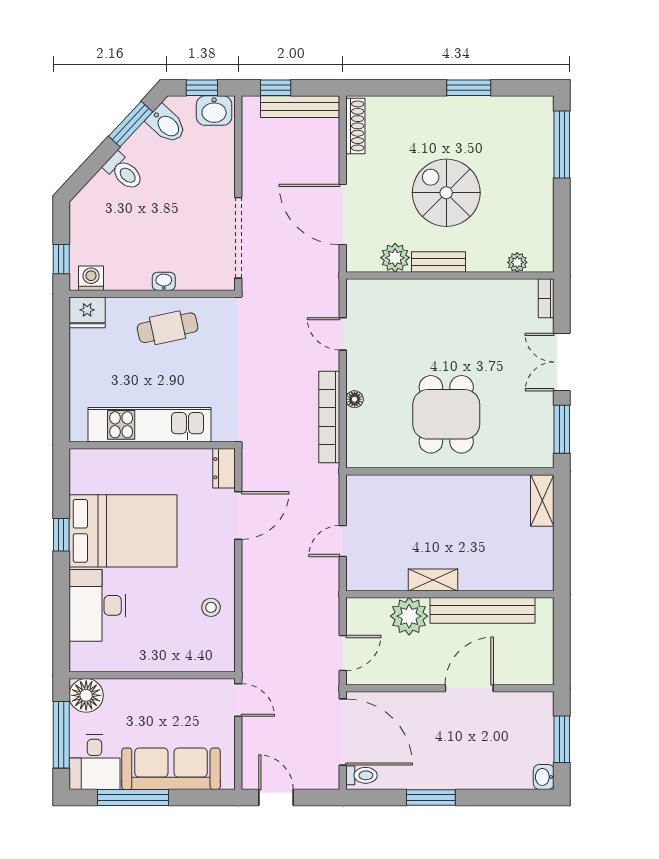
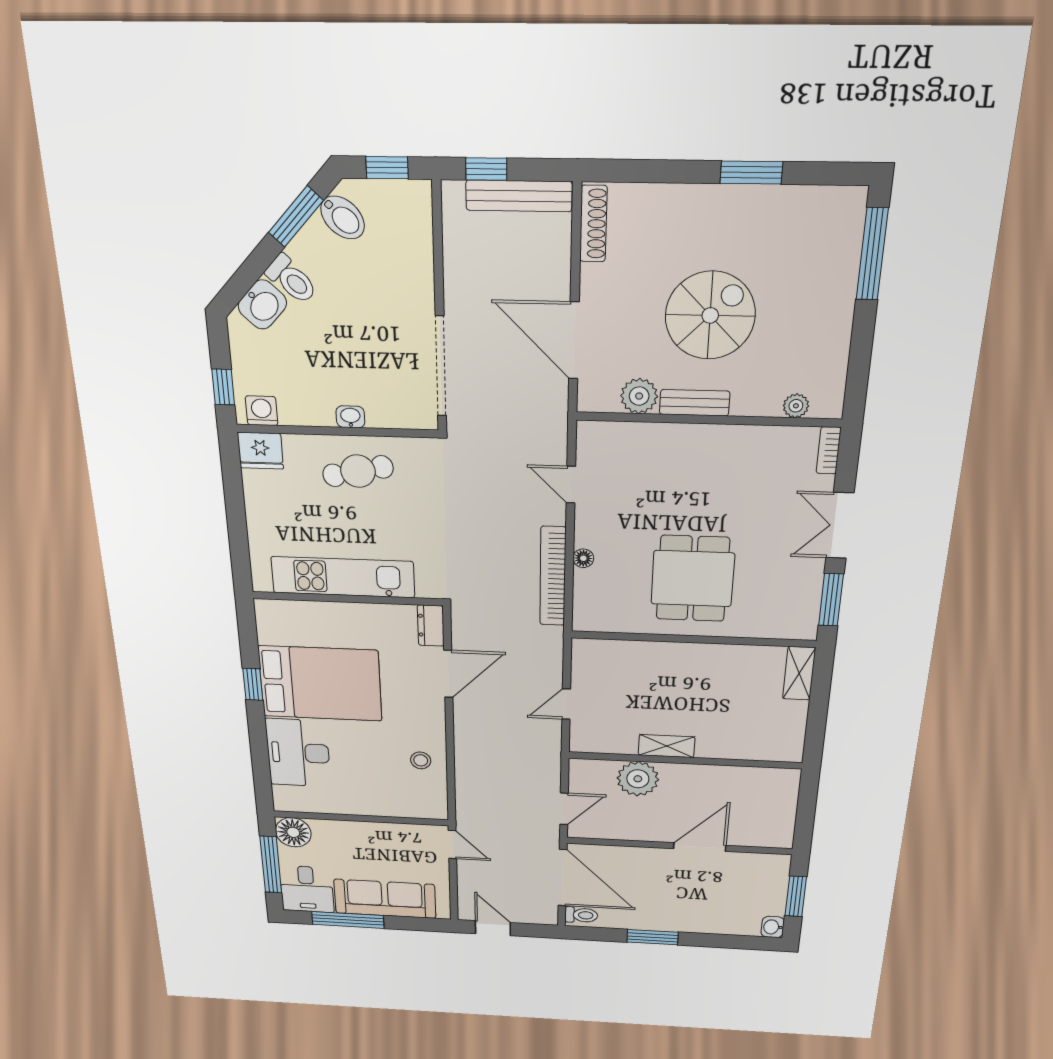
washbasin: (214, 111) -> (262, 305), moved, turned -47
spiral stairs: (446, 193) -> (710, 315), turned 90
bench: (482, 610) -> (720, 777), removed

